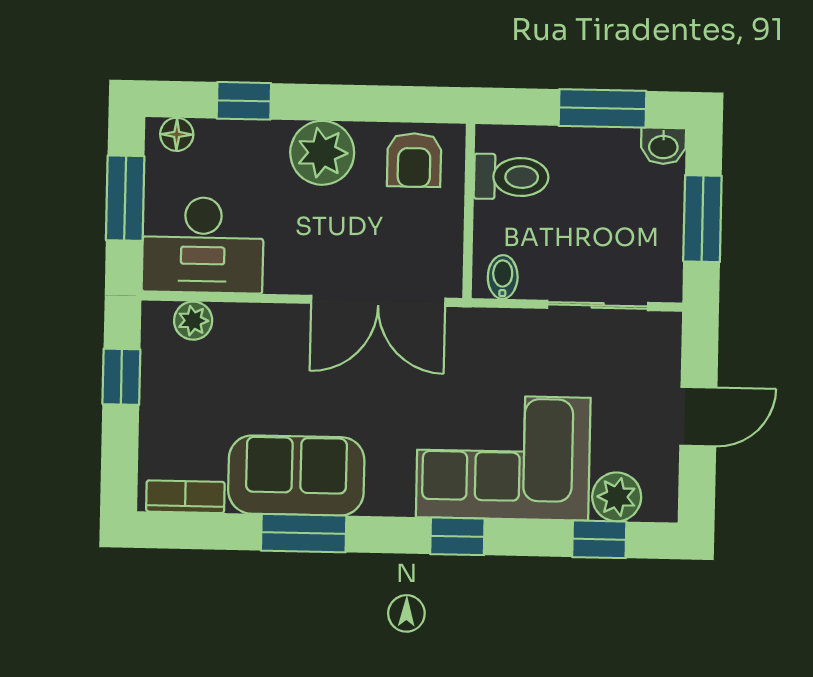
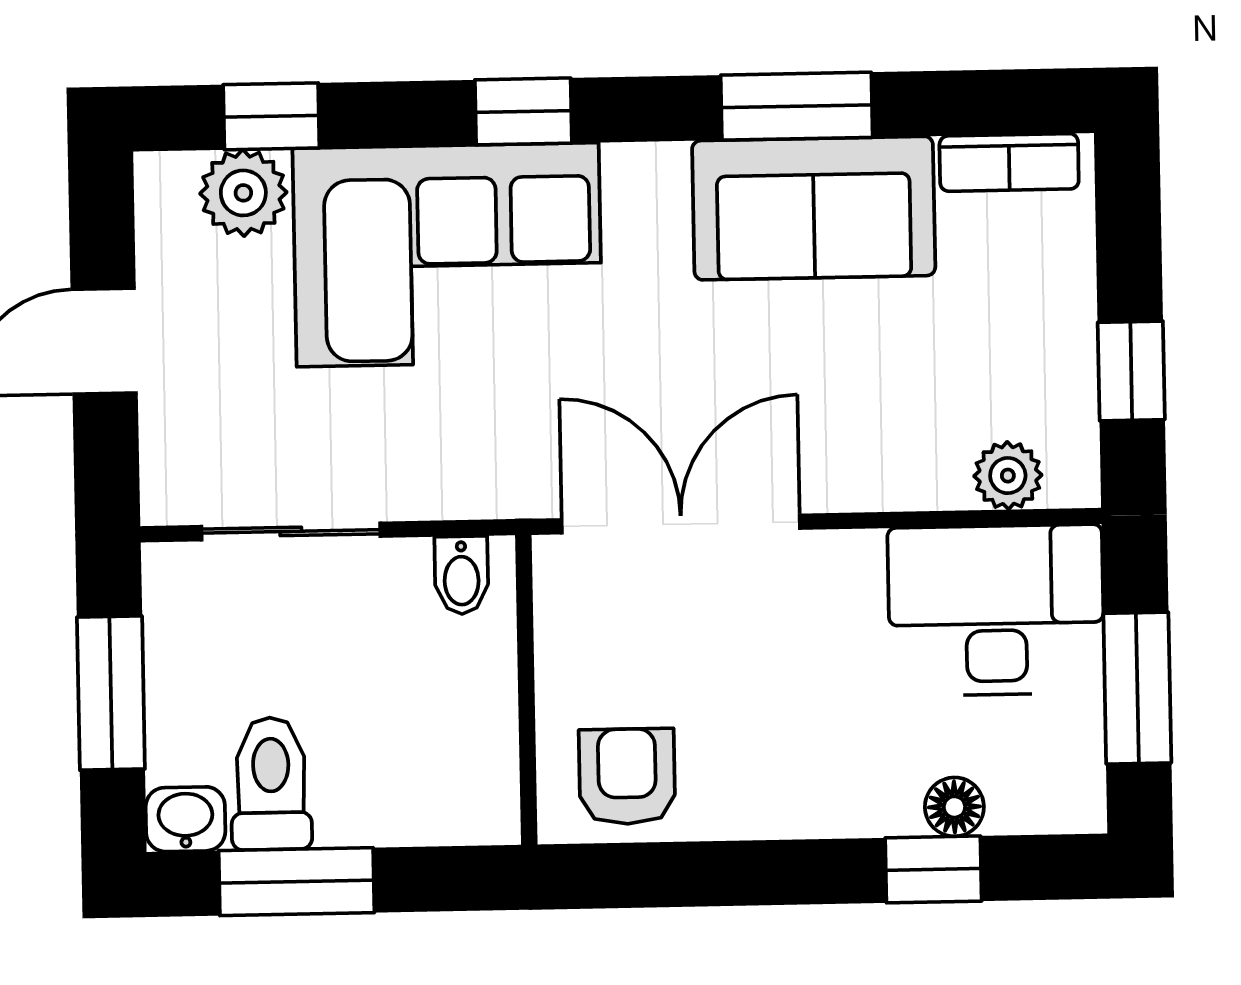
floor lamp: (177, 134) -> (954, 807), moved
plant: (322, 153) -> (791, 783), removed
toilet: (511, 177) -> (271, 784), moved, turned 90

